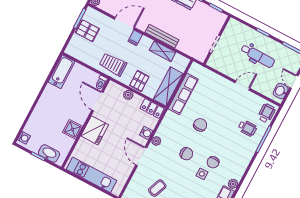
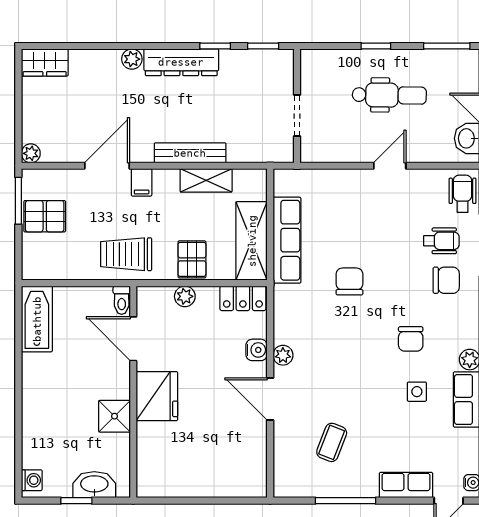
chair: (186, 154) -> (446, 280), moved
side table: (202, 174) -> (417, 392), moved
kitchen unit: (91, 175) -> (195, 483), removed

